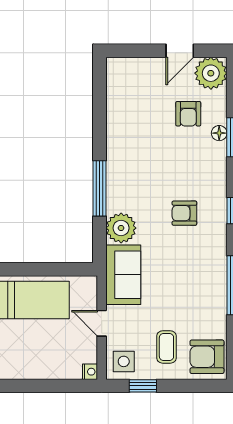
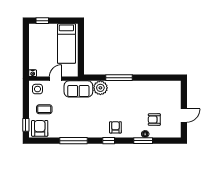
door: (180, 51) -> (184, 115), swing flipped
plant: (211, 73) -> (173, 130), removed
armchair: (184, 213) -> (115, 127), moved
window: (143, 386) -> (26, 125), moved

